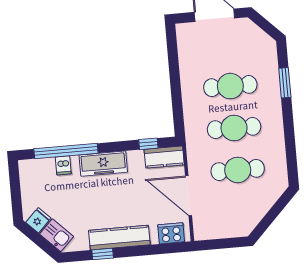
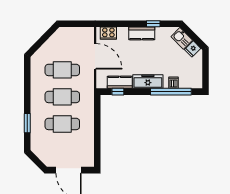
kitchen counter: (164, 157) -> (120, 82), moved
kitchen counter: (119, 238) -> (142, 33), width x0.67

